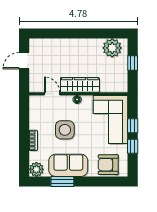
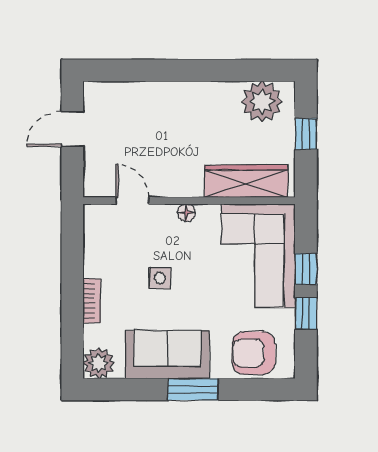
wardrobe: (80, 85) -> (246, 181), moved
side table: (65, 130) -> (160, 278), width x0.54, depth x0.54
window: (62, 181) -> (193, 389), moved

